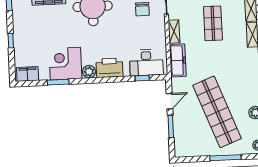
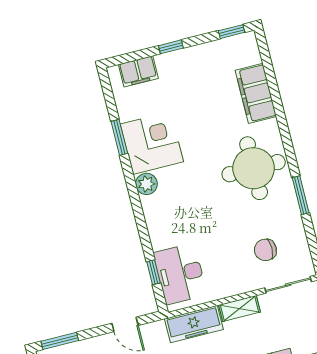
printer: (109, 68) -> (159, 216), removed
filing cabinet: (28, 74) -> (138, 71), moved, turned 90
window: (171, 126) -> (60, 341), moved

